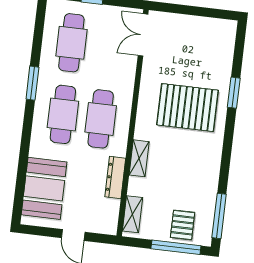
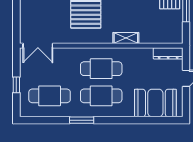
dresser: (115, 178) -> (168, 53), moved
shelving: (132, 214) -> (166, 38), removed

